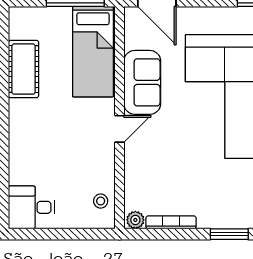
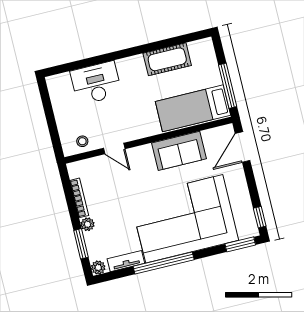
door: (119, 129) -> (114, 148), moved
desk: (31, 207) -> (96, 83), moved, width x1.37
plant: (135, 220) -> (87, 224), moved

